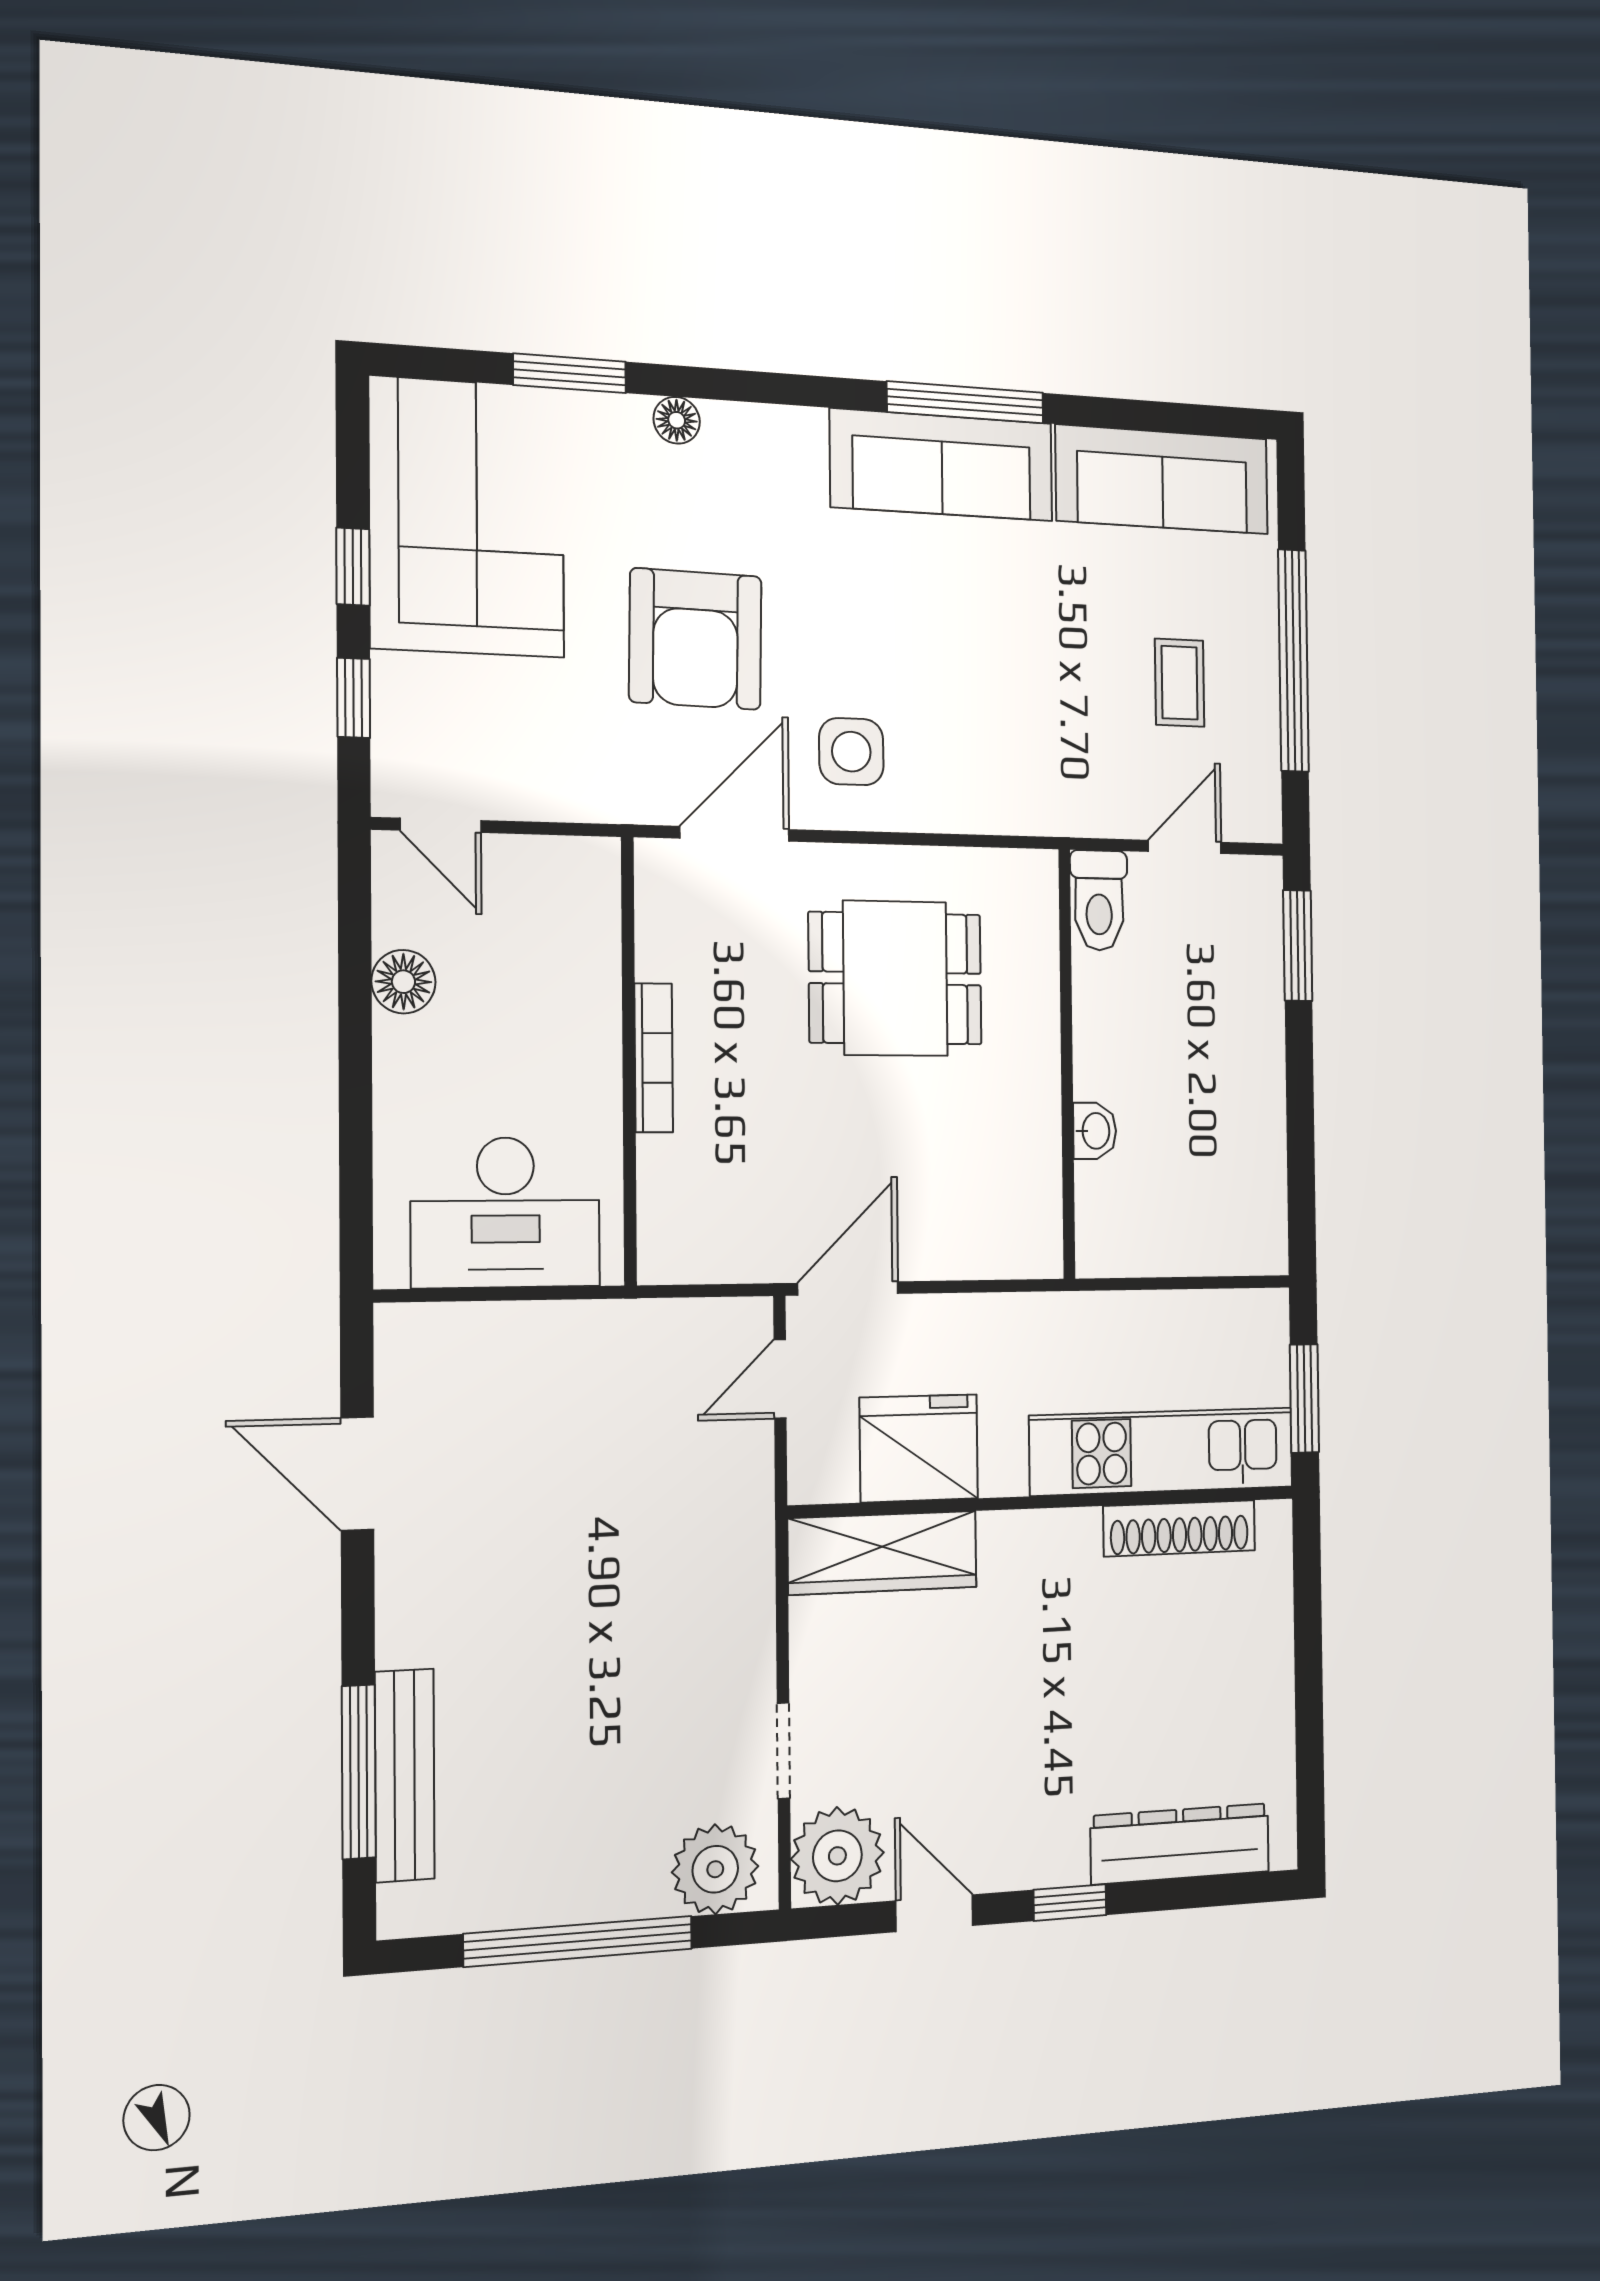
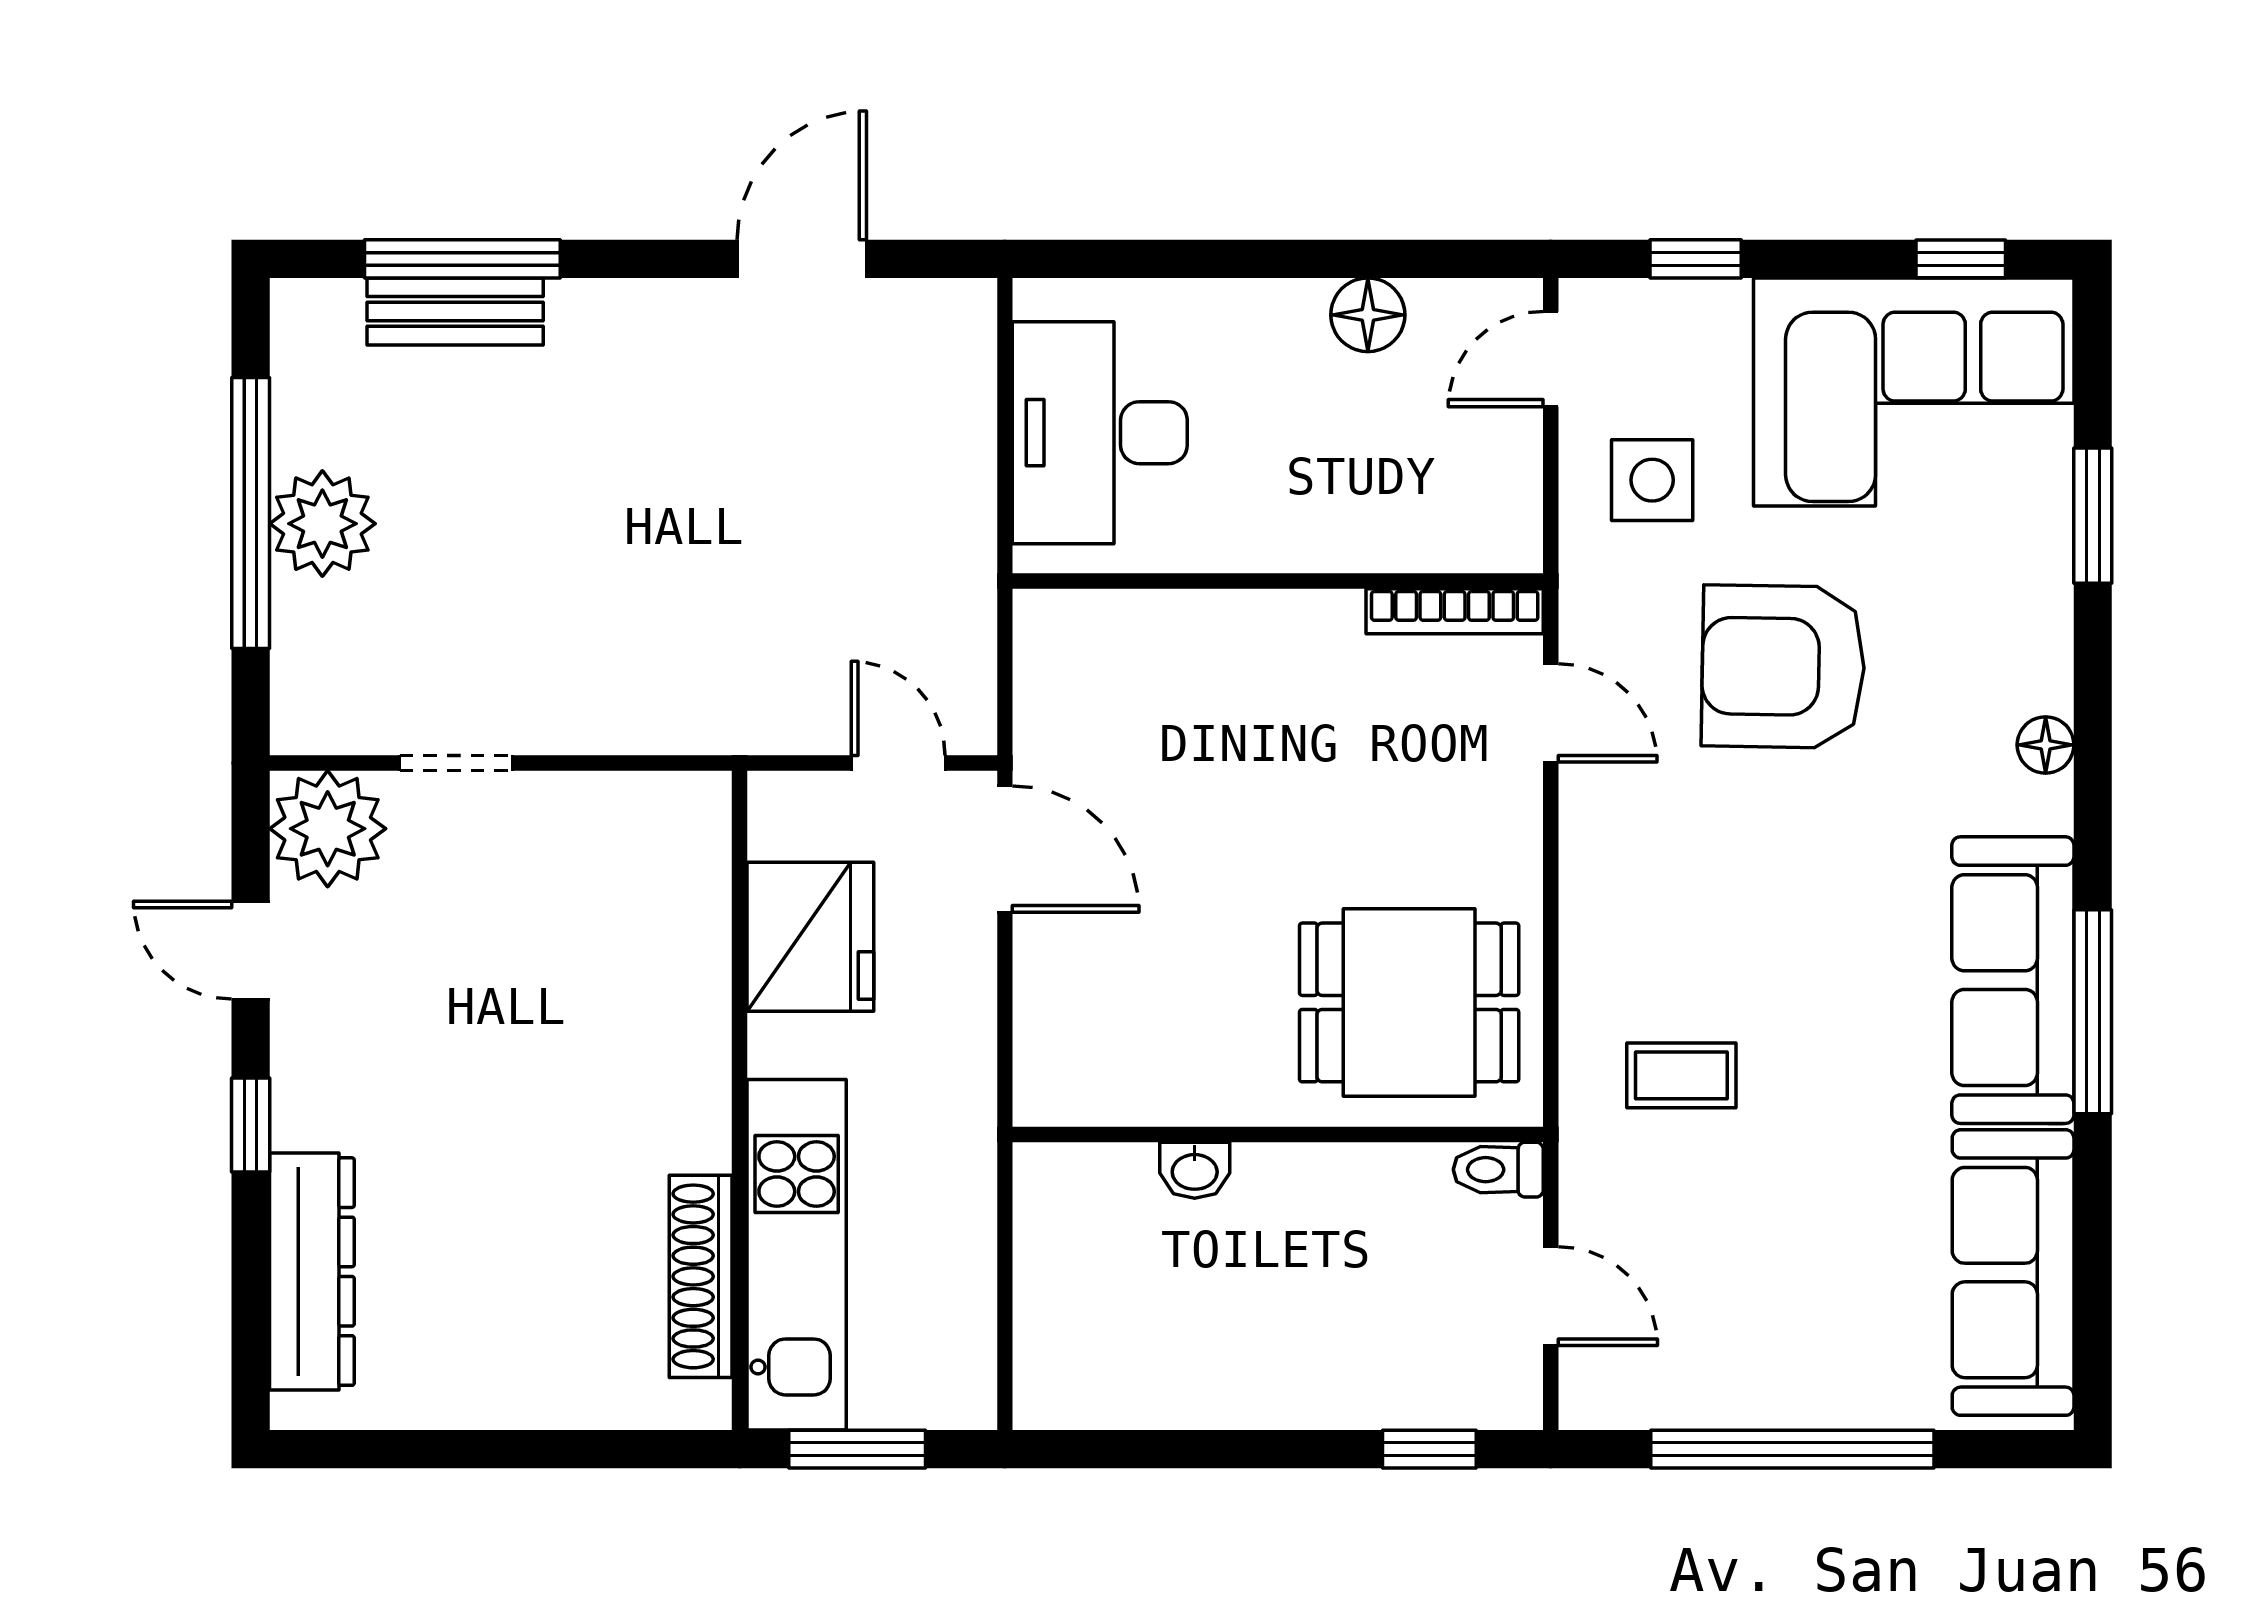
floor lamp: (677, 420) -> (2046, 745), moved
window: (353, 567) -> (1961, 259), moved
coffee table: (1180, 683) -> (1681, 1075), moved
side table: (851, 752) -> (1652, 480), moved
door: (735, 834) -> (1551, 713), width x0.73
toilet: (1099, 900) -> (1498, 1170), width x0.73, depth x0.72
window: (1298, 946) -> (1429, 1449), width x0.67
dining table: (895, 978) -> (1409, 1002), moved, turned 90
bookcase: (654, 1058) -> (1455, 611), moved
wardrobe: (883, 1553) -> (686, 889), removed
bench: (405, 1775) -> (455, 311), width x0.73
plant: (715, 1869) -> (322, 524), moved
door: (934, 1913) -> (251, 950), swing flipped

